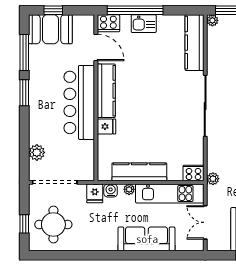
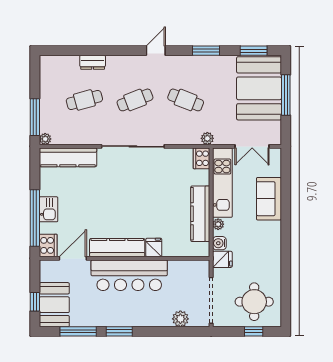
sofa: (147, 239) -> (269, 199), width x0.73

